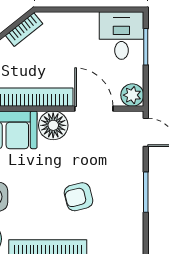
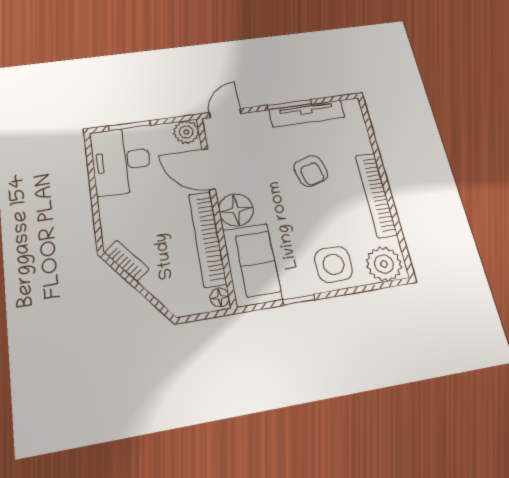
desk: (121, 36) -> (121, 161), width x1.37
door: (94, 109) -> (209, 169), hinge flipped
tv unit: (135, 206) -> (307, 114), added

